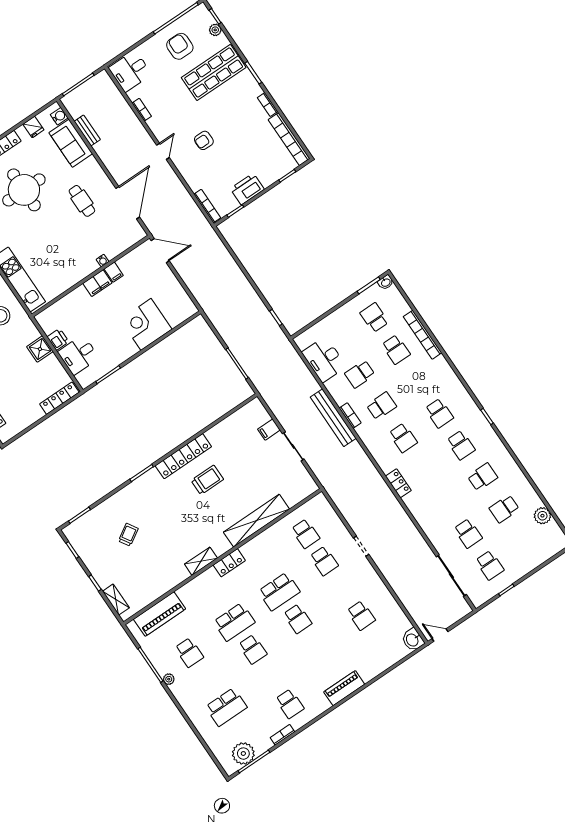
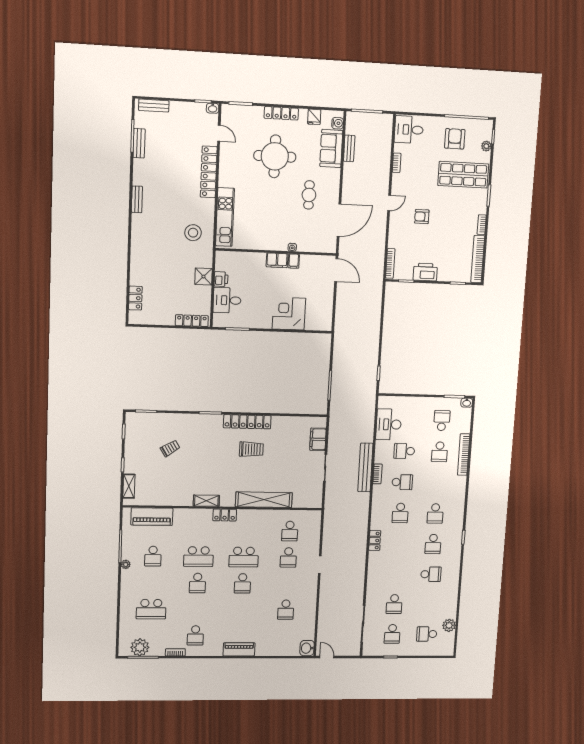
filing cabinet: (269, 430) -> (318, 439), width x2.00
school desk: (504, 509) -> (427, 634), moved

